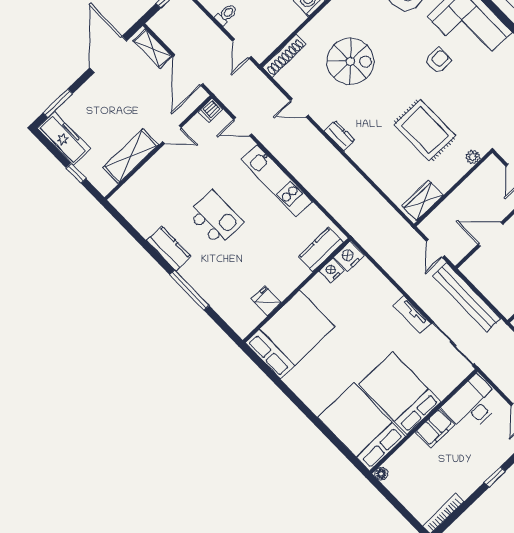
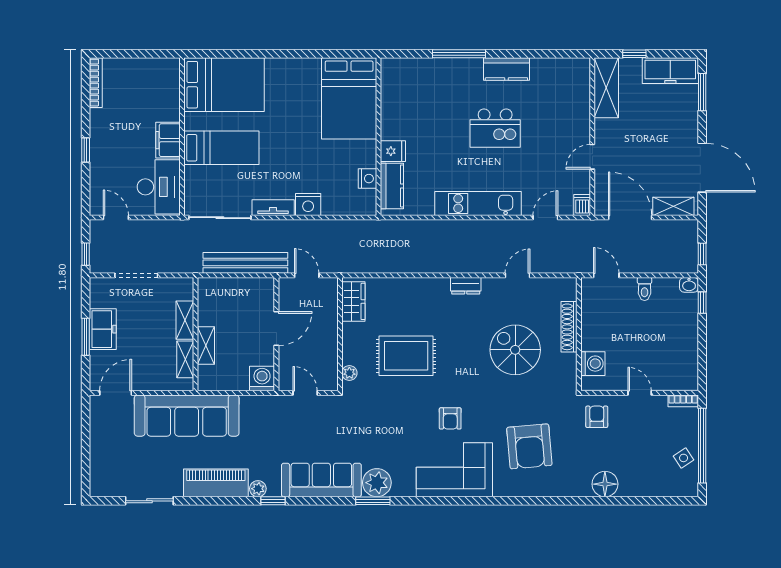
shoe rack: (284, 56) -> (569, 327), moved
spiral stairs: (350, 61) -> (515, 350), turned 90
shelving: (131, 156) -> (606, 88), moved
nightstand: (349, 256) -> (308, 204), moved, turned 90
fridge: (266, 301) -> (393, 151), moved
bed: (400, 393) -> (221, 148), width x0.67
floor lamp: (381, 474) -> (173, 65), removed

